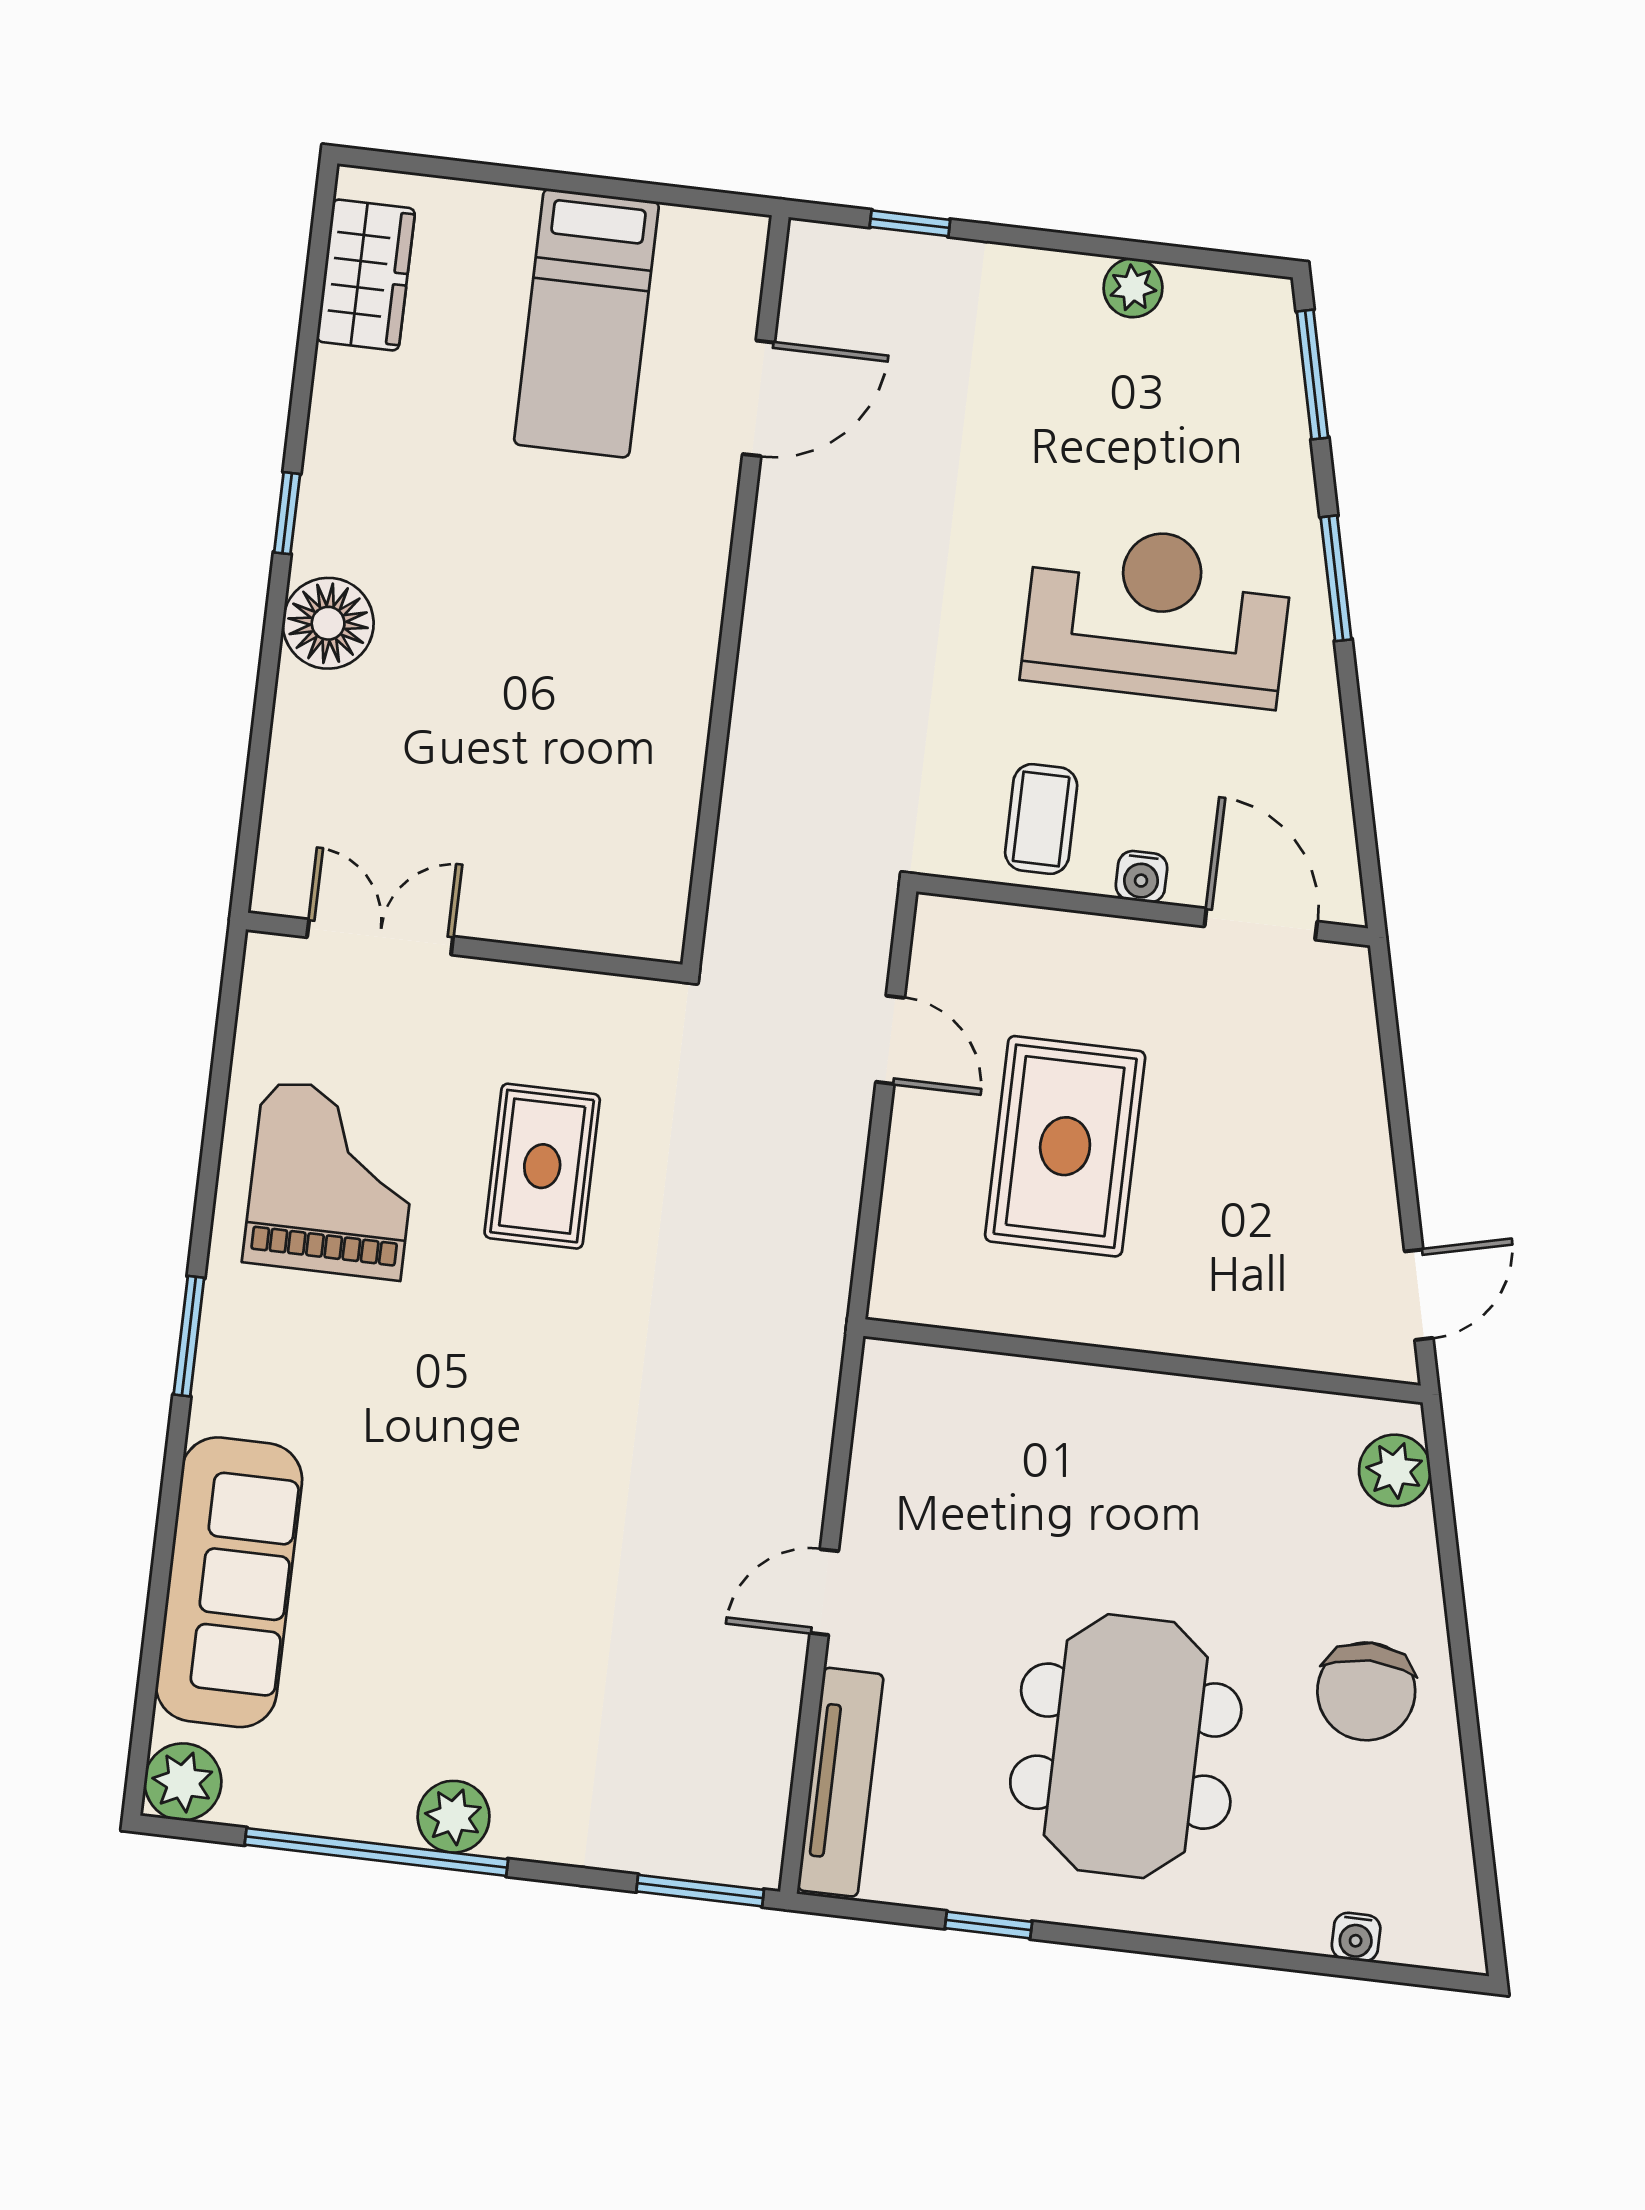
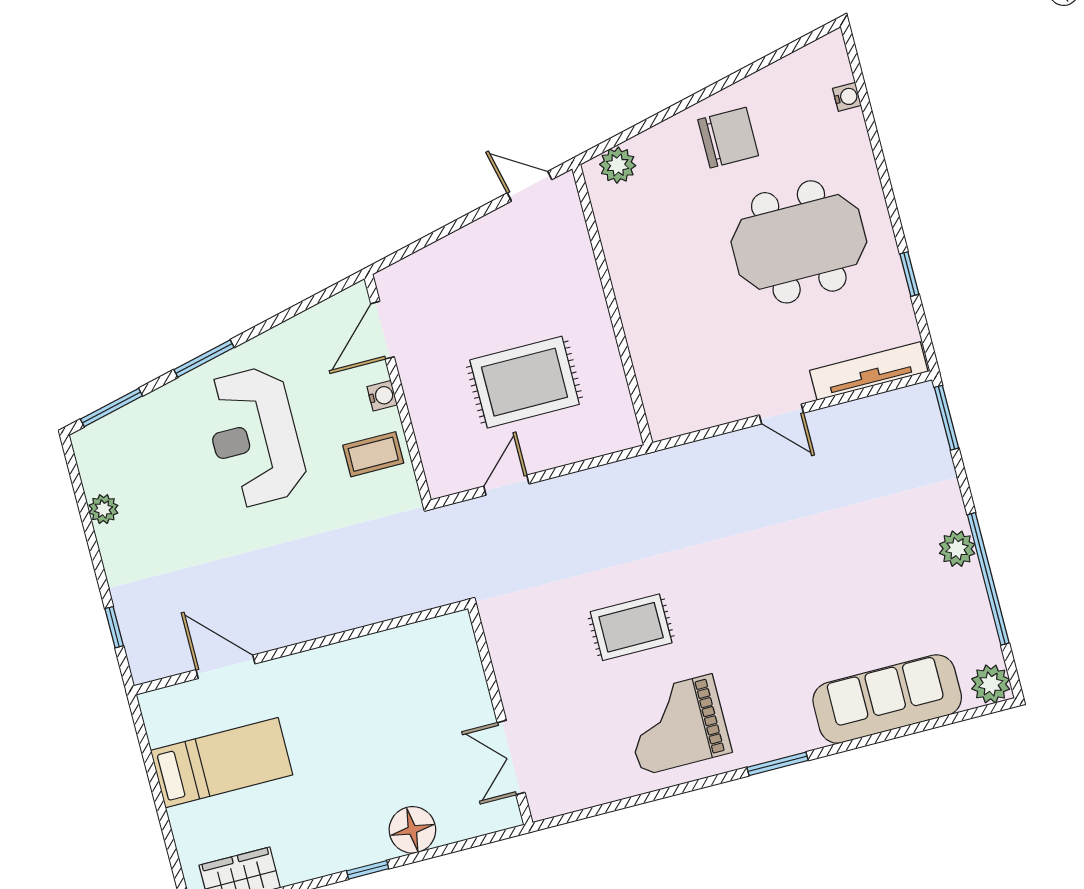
double door: (380, 937) -> (511, 758), moved
wall: (464, 947) -> (500, 716), moved

